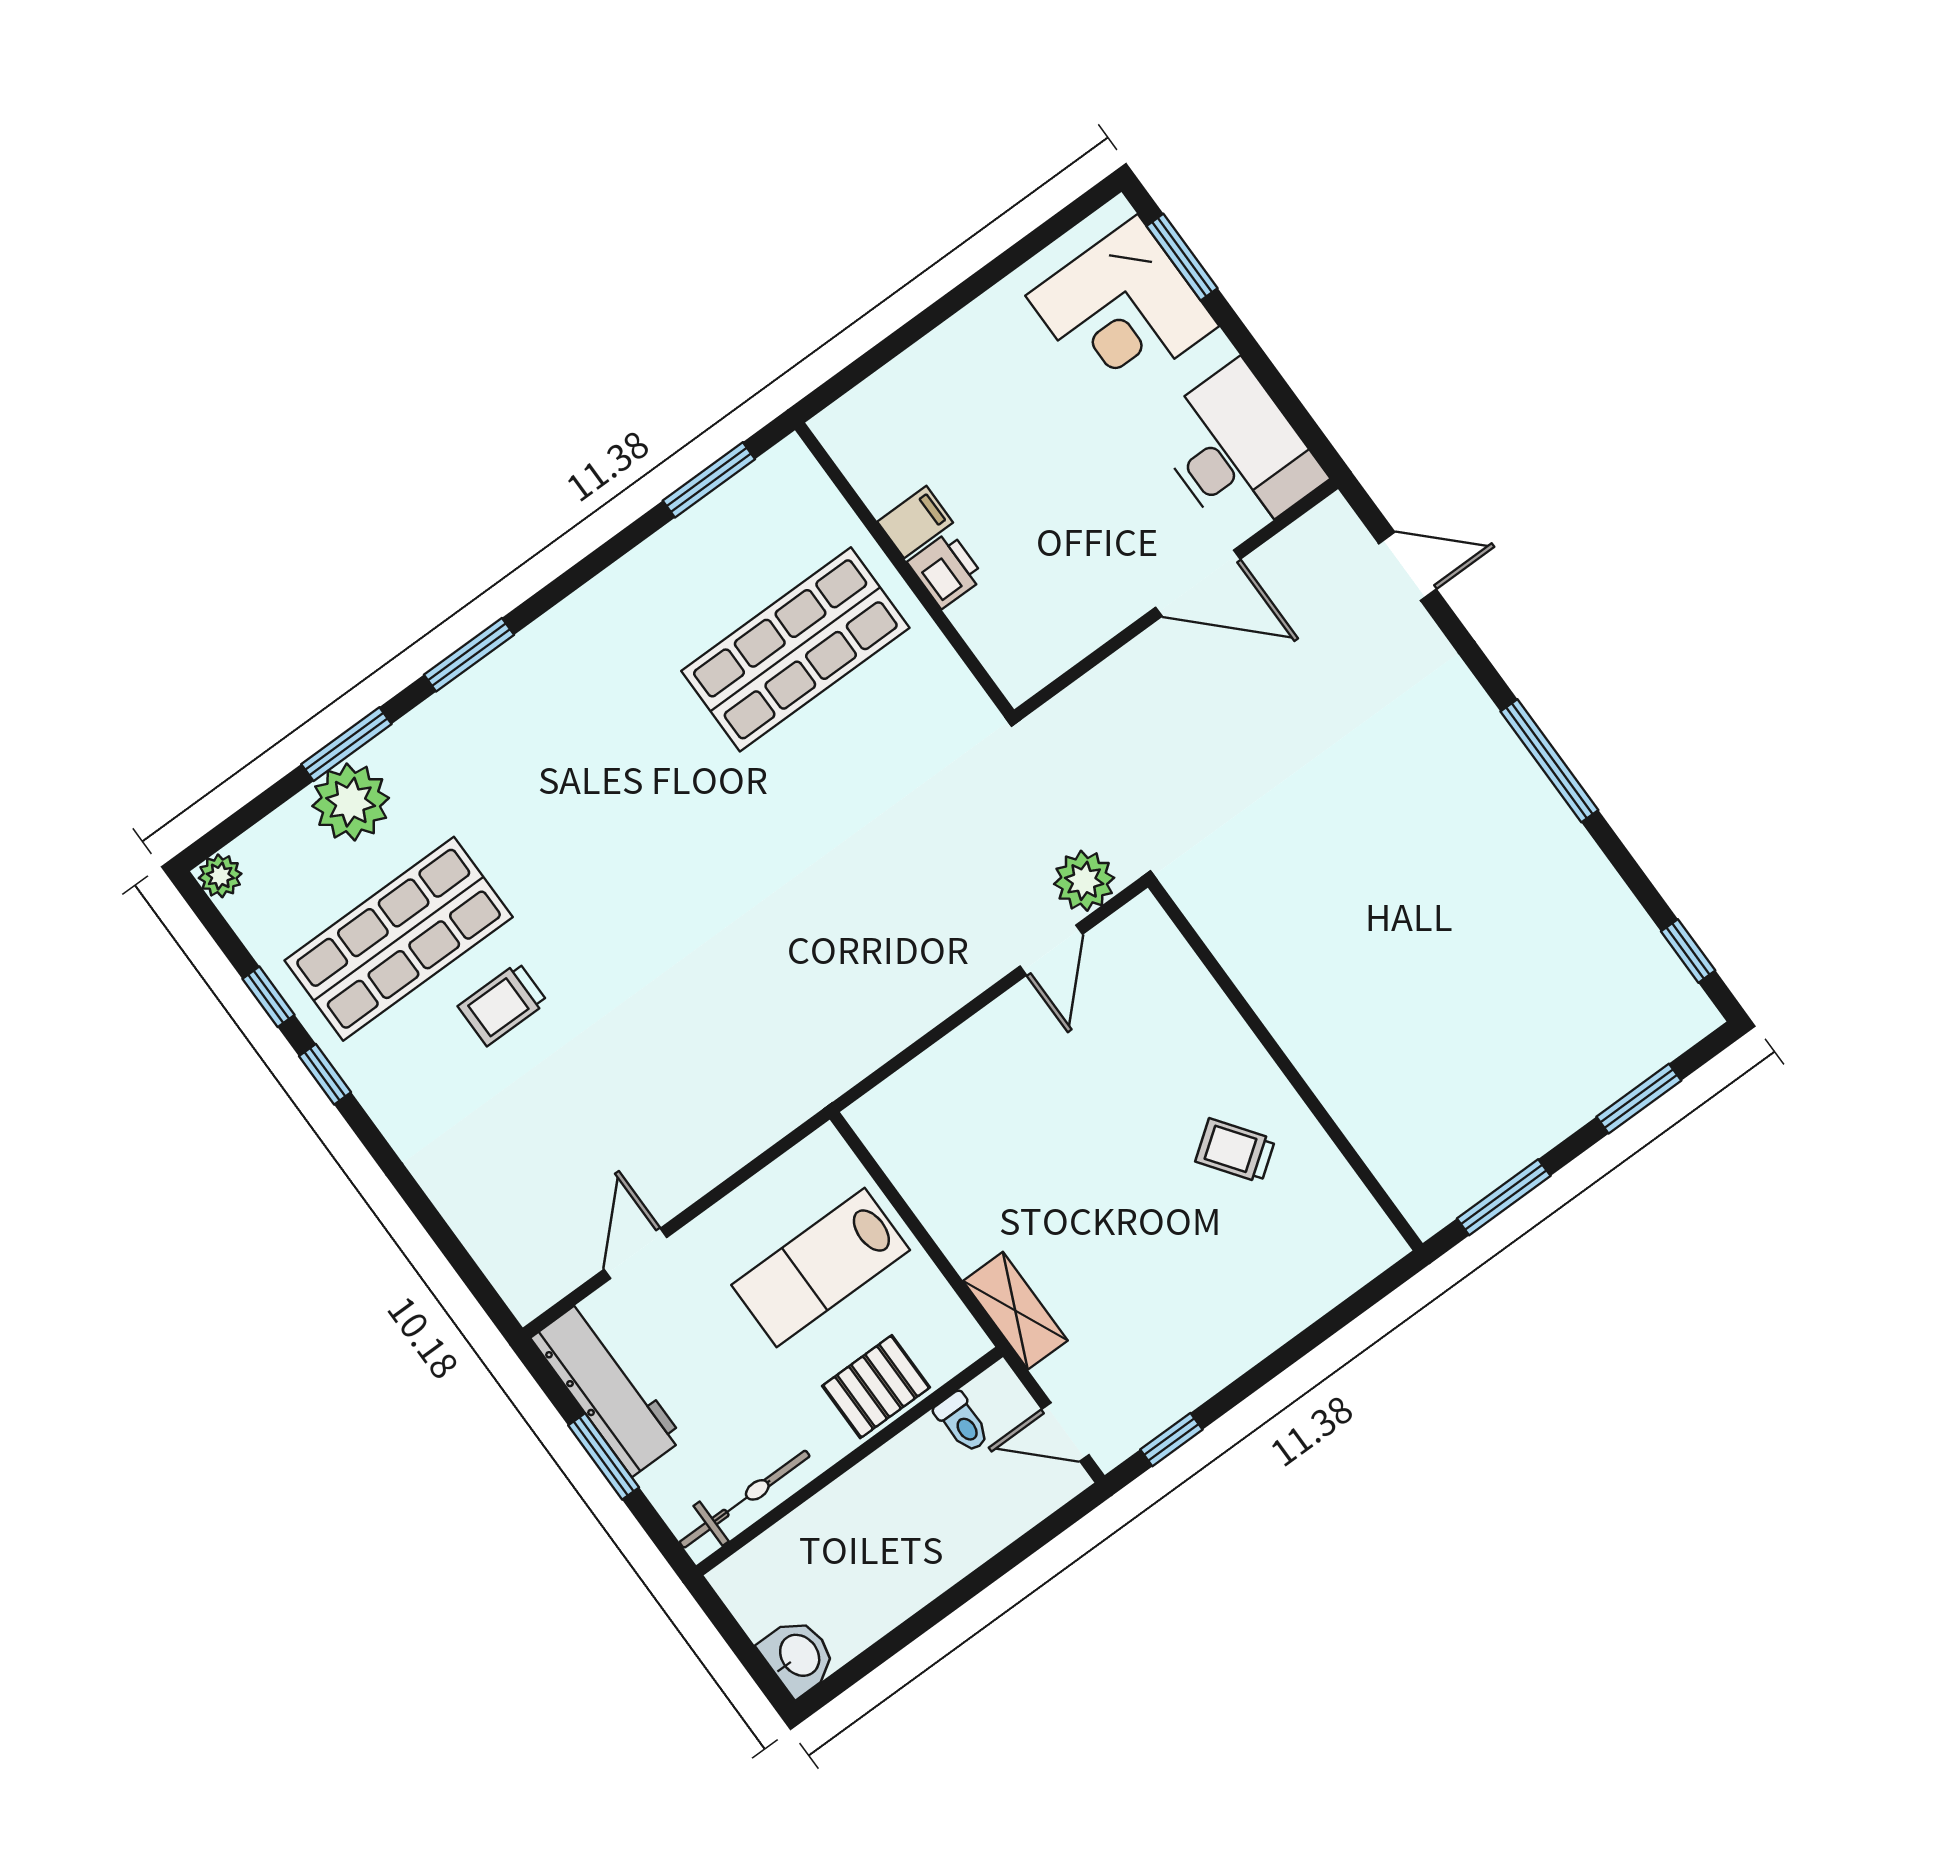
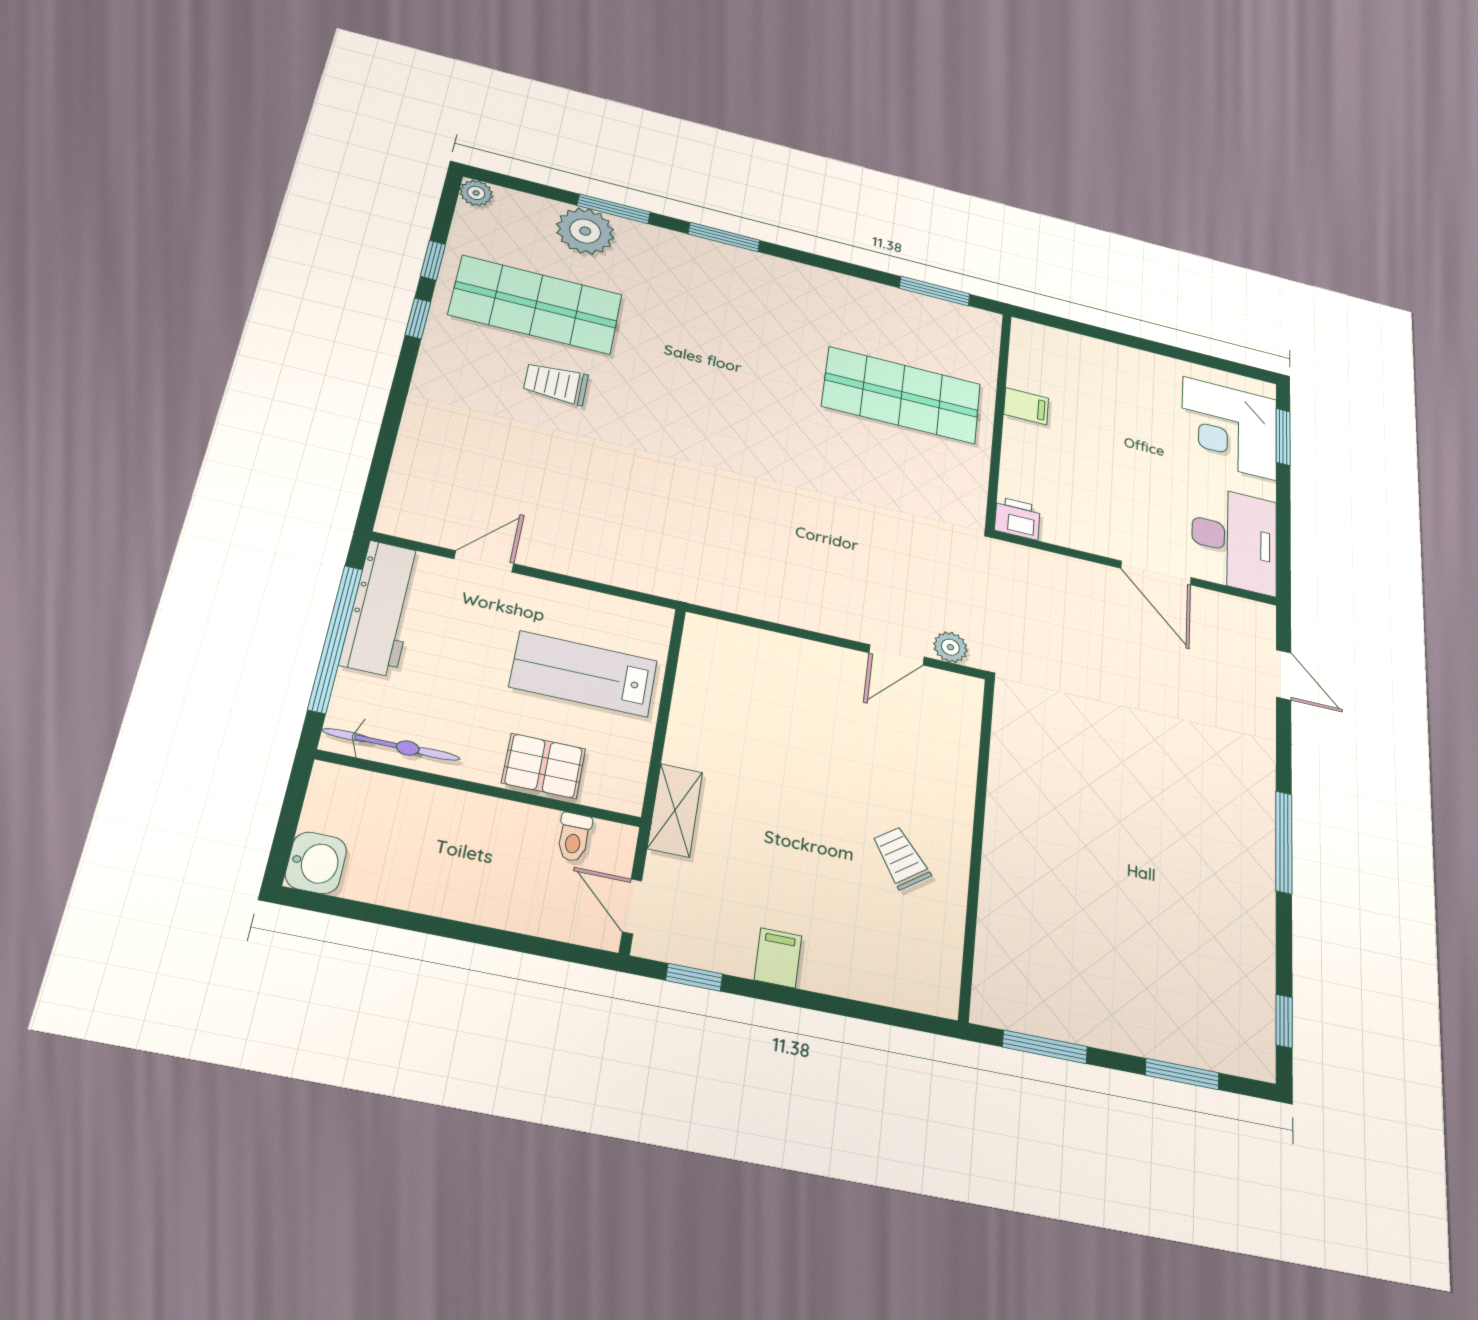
printer: (946, 570) -> (1017, 518), moved, turned -90
plant: (1084, 881) -> (950, 647), width x0.73, depth x0.73
filing cabinet: (1220, 1352) -> (778, 958), added
window: (604, 1456) -> (335, 638), width x2.11

